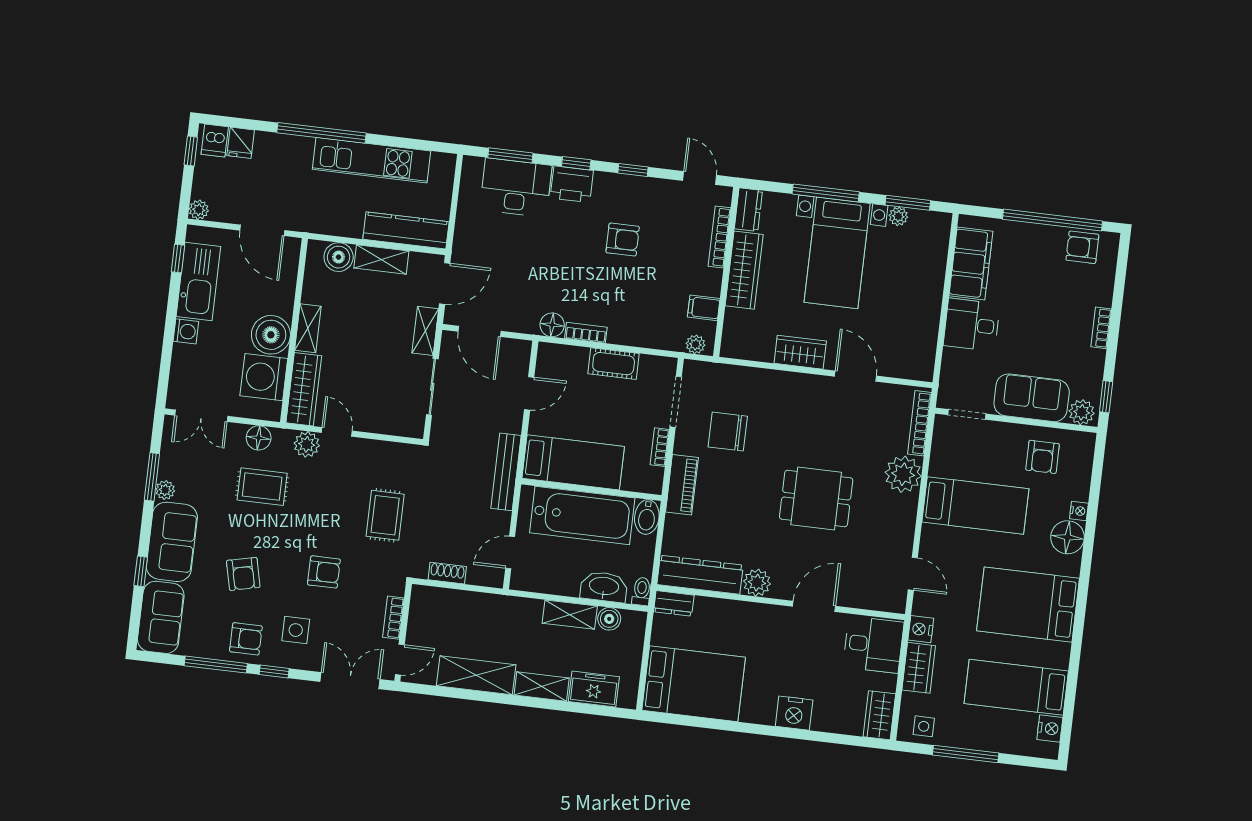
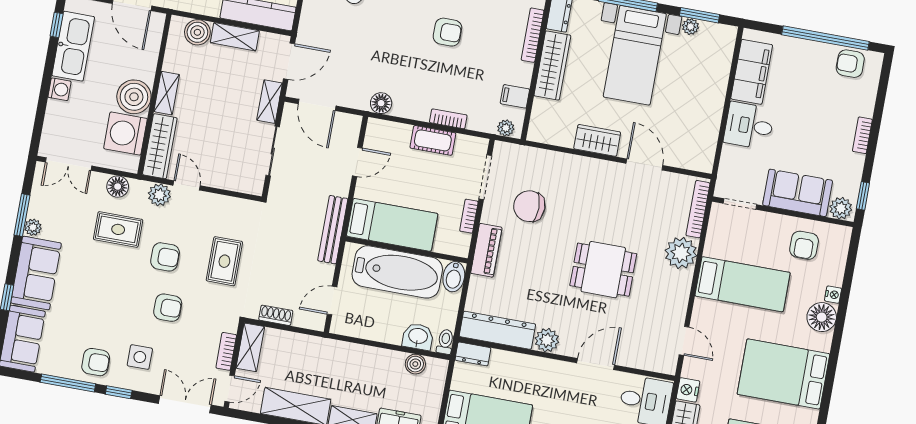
bookcase: (586, 333) -> (448, 119), moved
armchair: (243, 574) -> (165, 257), moved, turned -77
washbasin: (604, 587) -> (418, 337), width x0.72
shelving: (570, 615) -> (250, 347), moved, turned 90

